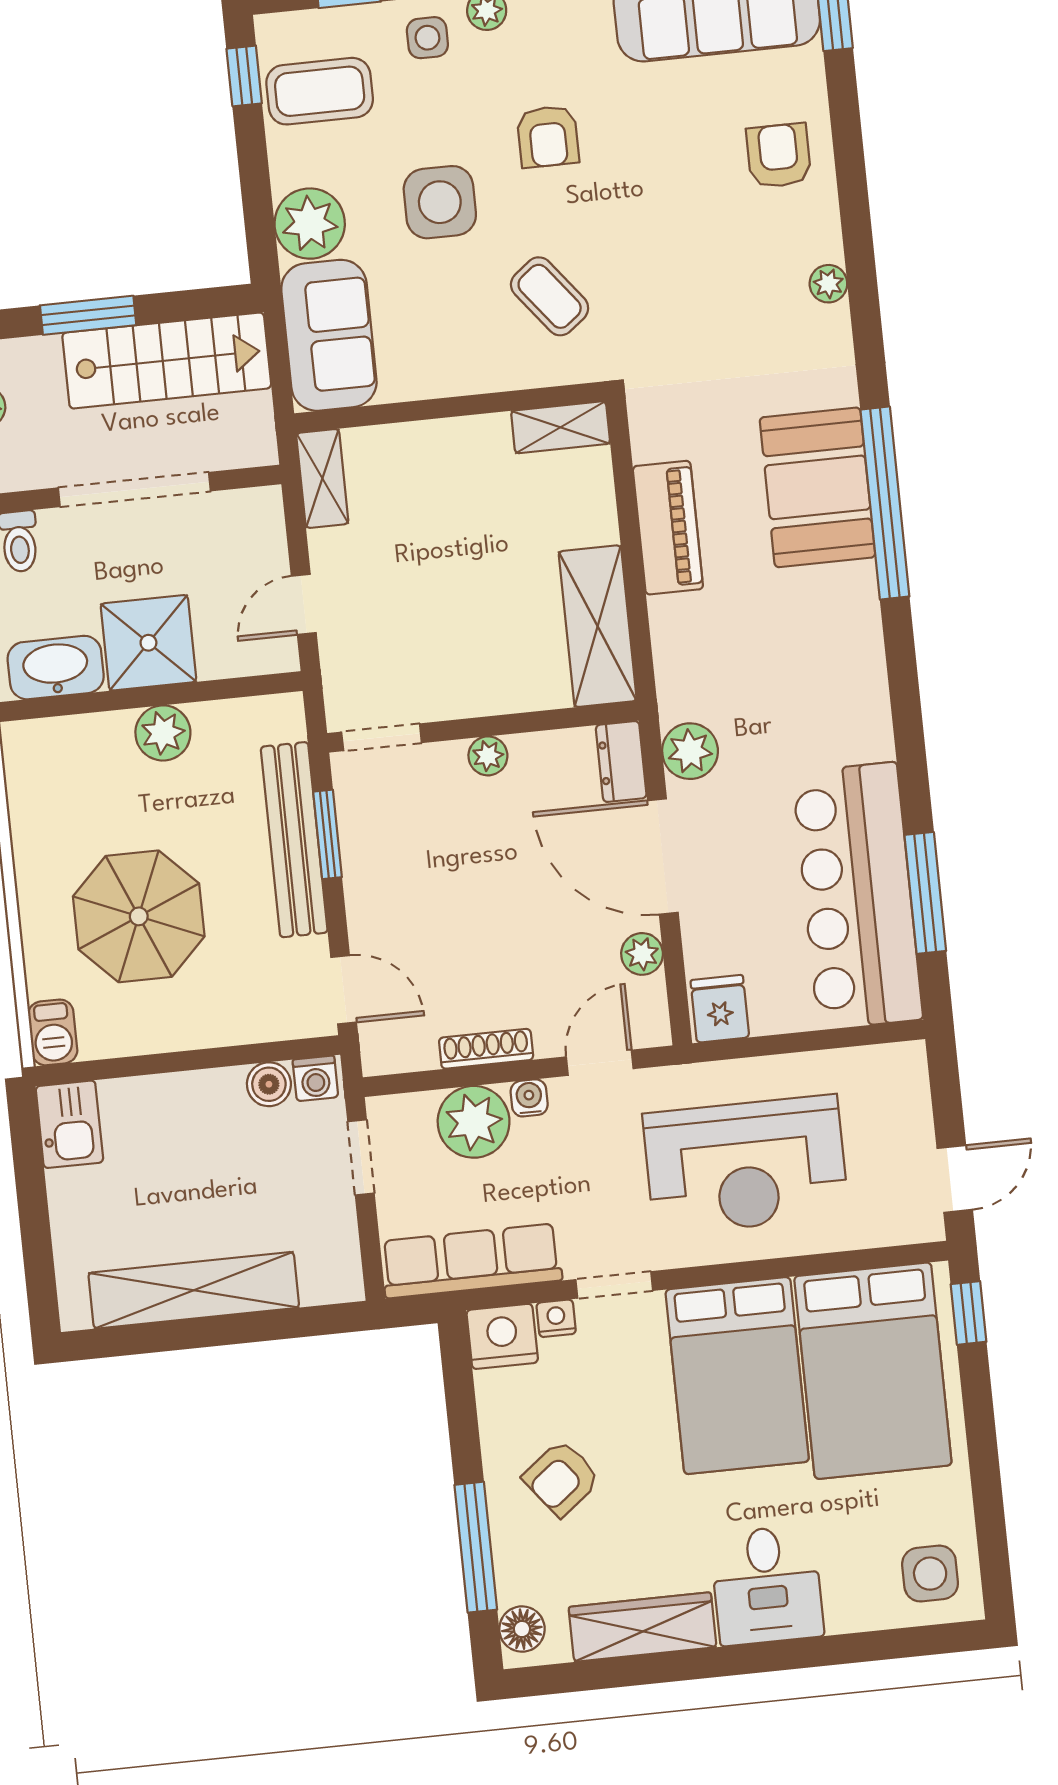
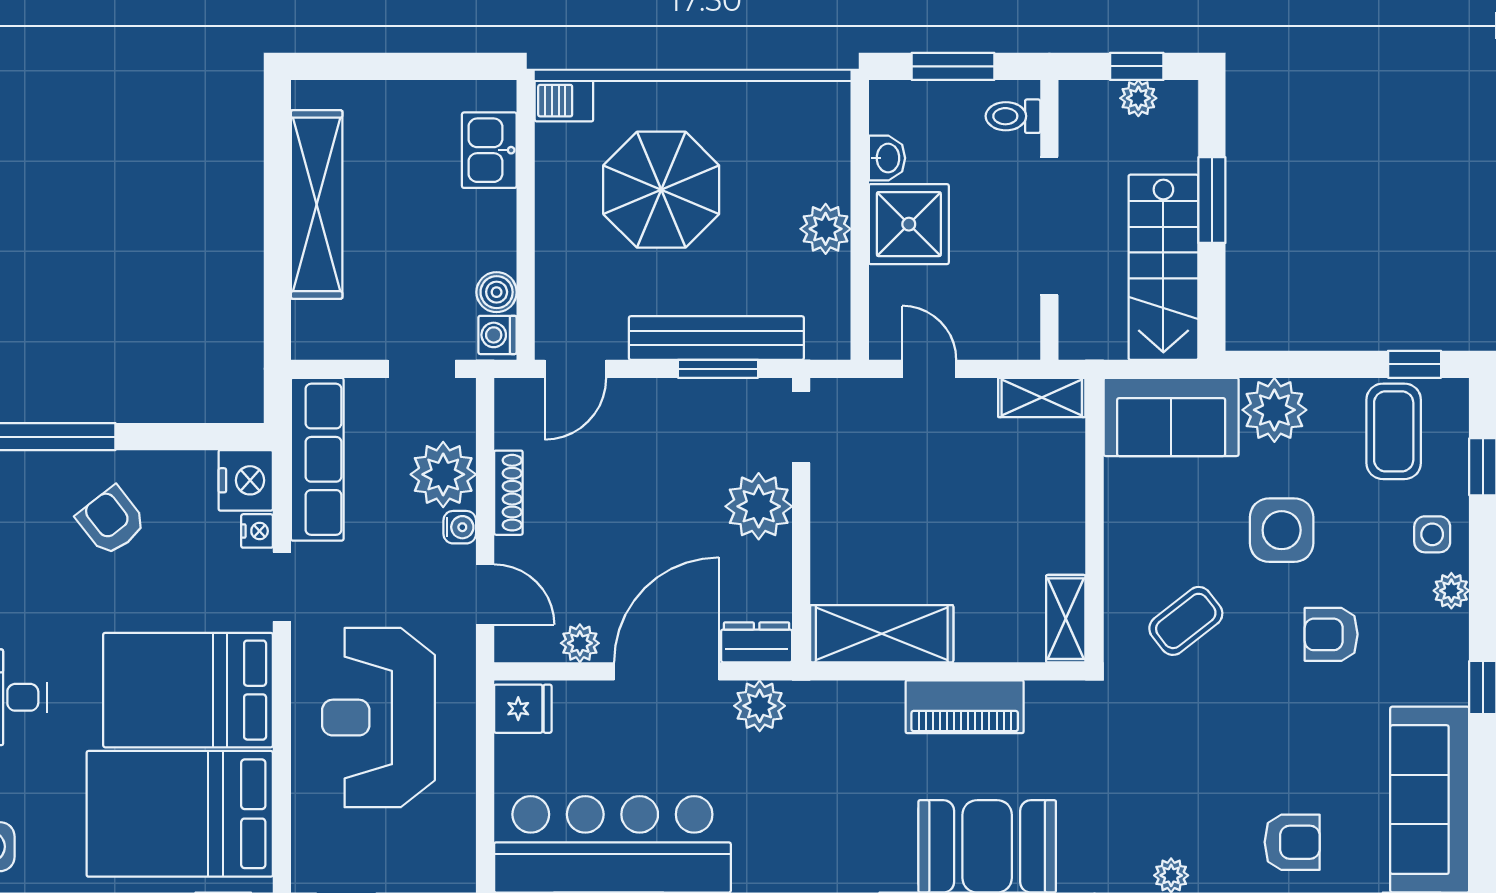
washbasin: (56, 668) -> (887, 158), width x0.52, depth x0.69
plant: (488, 756) -> (759, 506), width x1.88, depth x1.88
kitchen sink: (69, 1124) -> (489, 150), moved, turned 90

